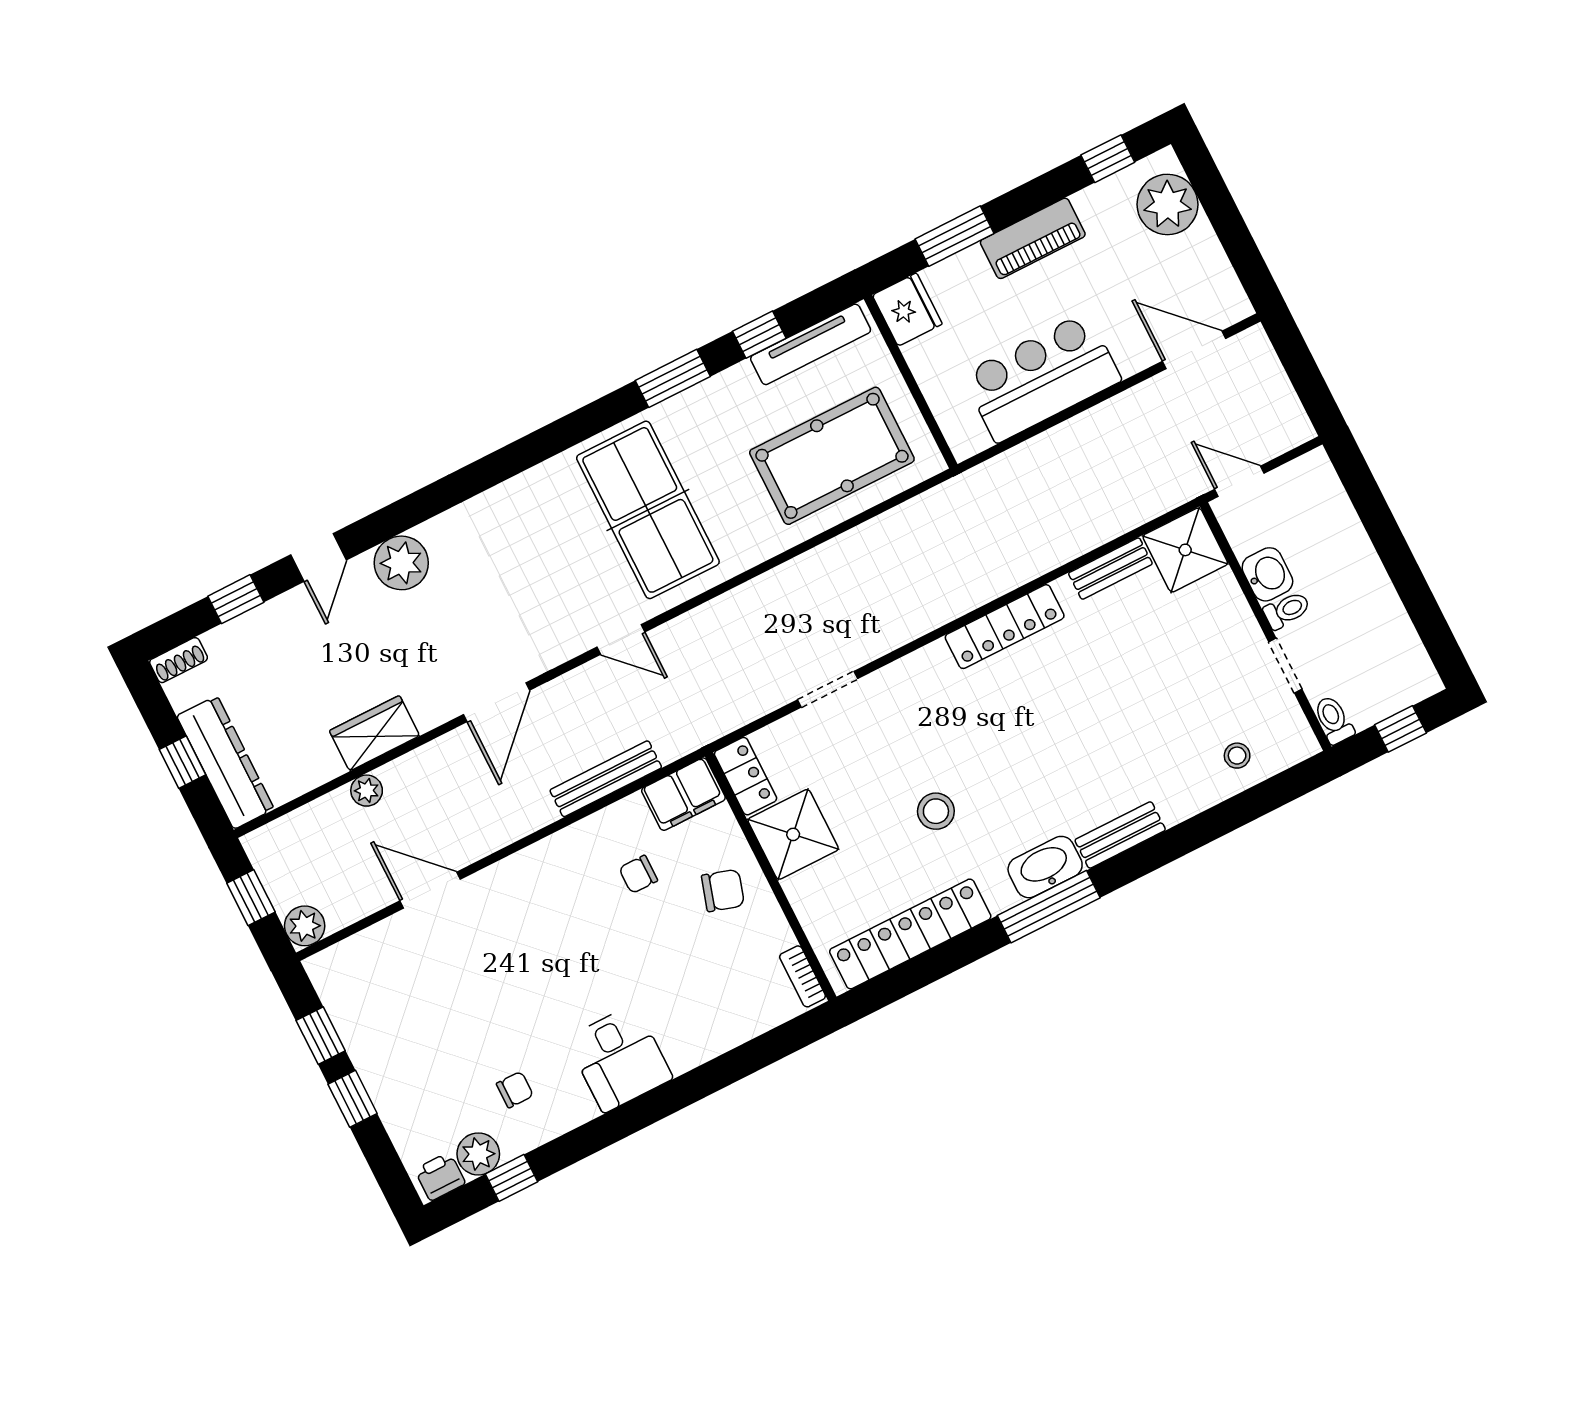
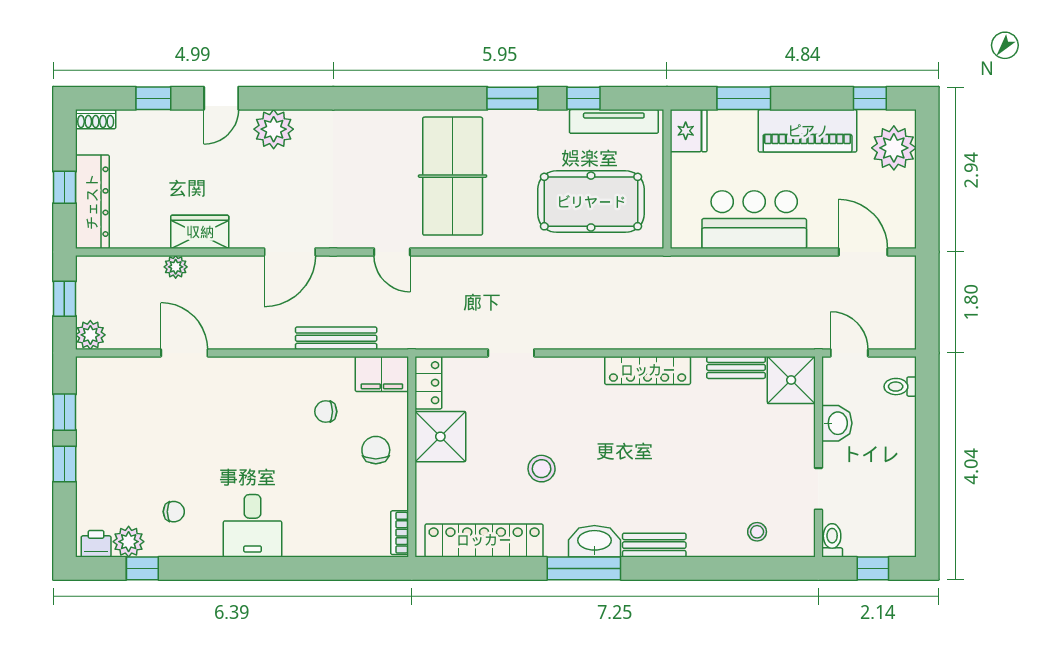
piano: (1033, 238) -> (808, 131), width x1.37, depth x1.33
toilet: (1287, 610) -> (900, 387), moved, turned 180
chair: (723, 890) -> (376, 450), turned -107

